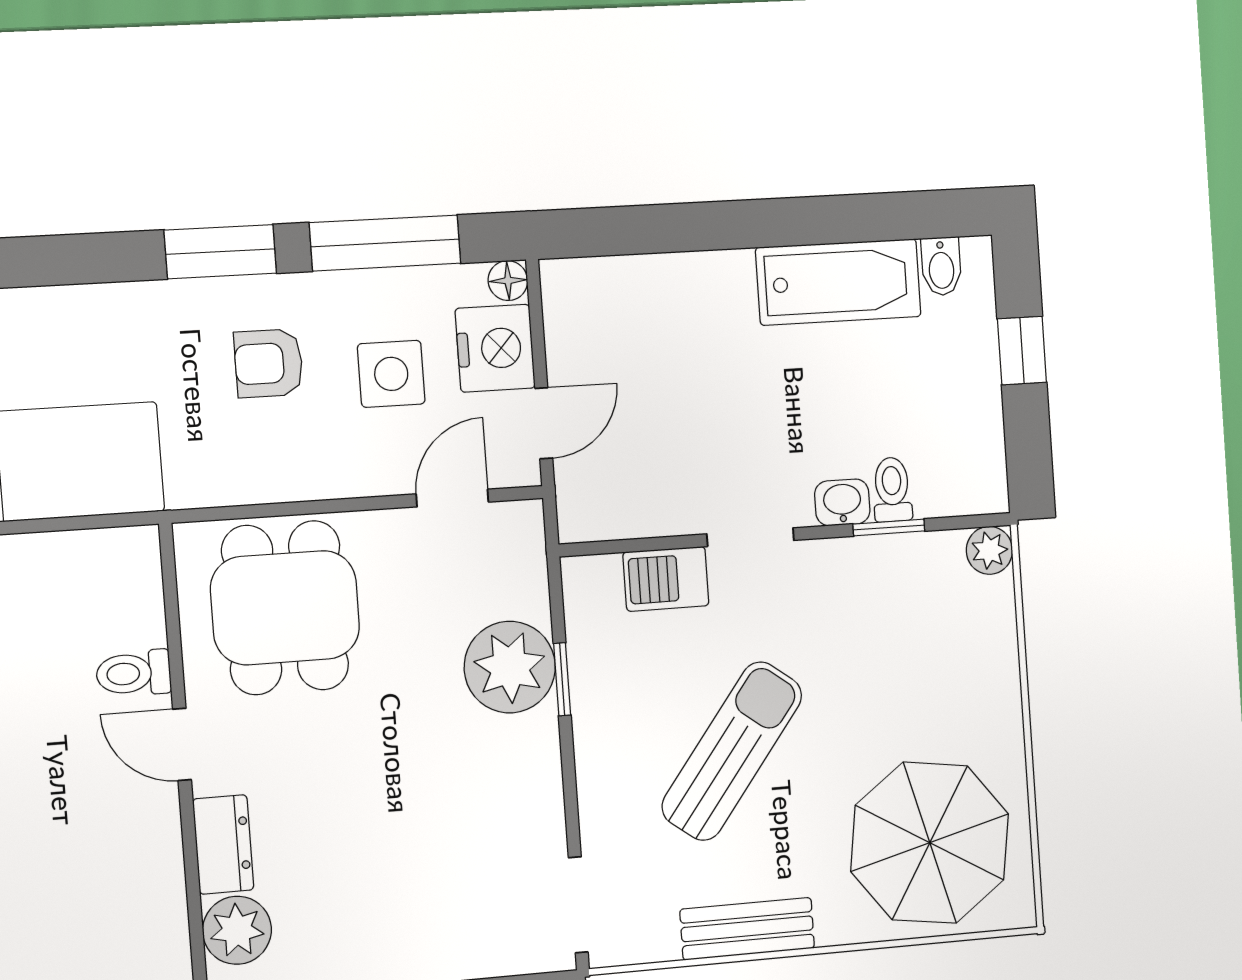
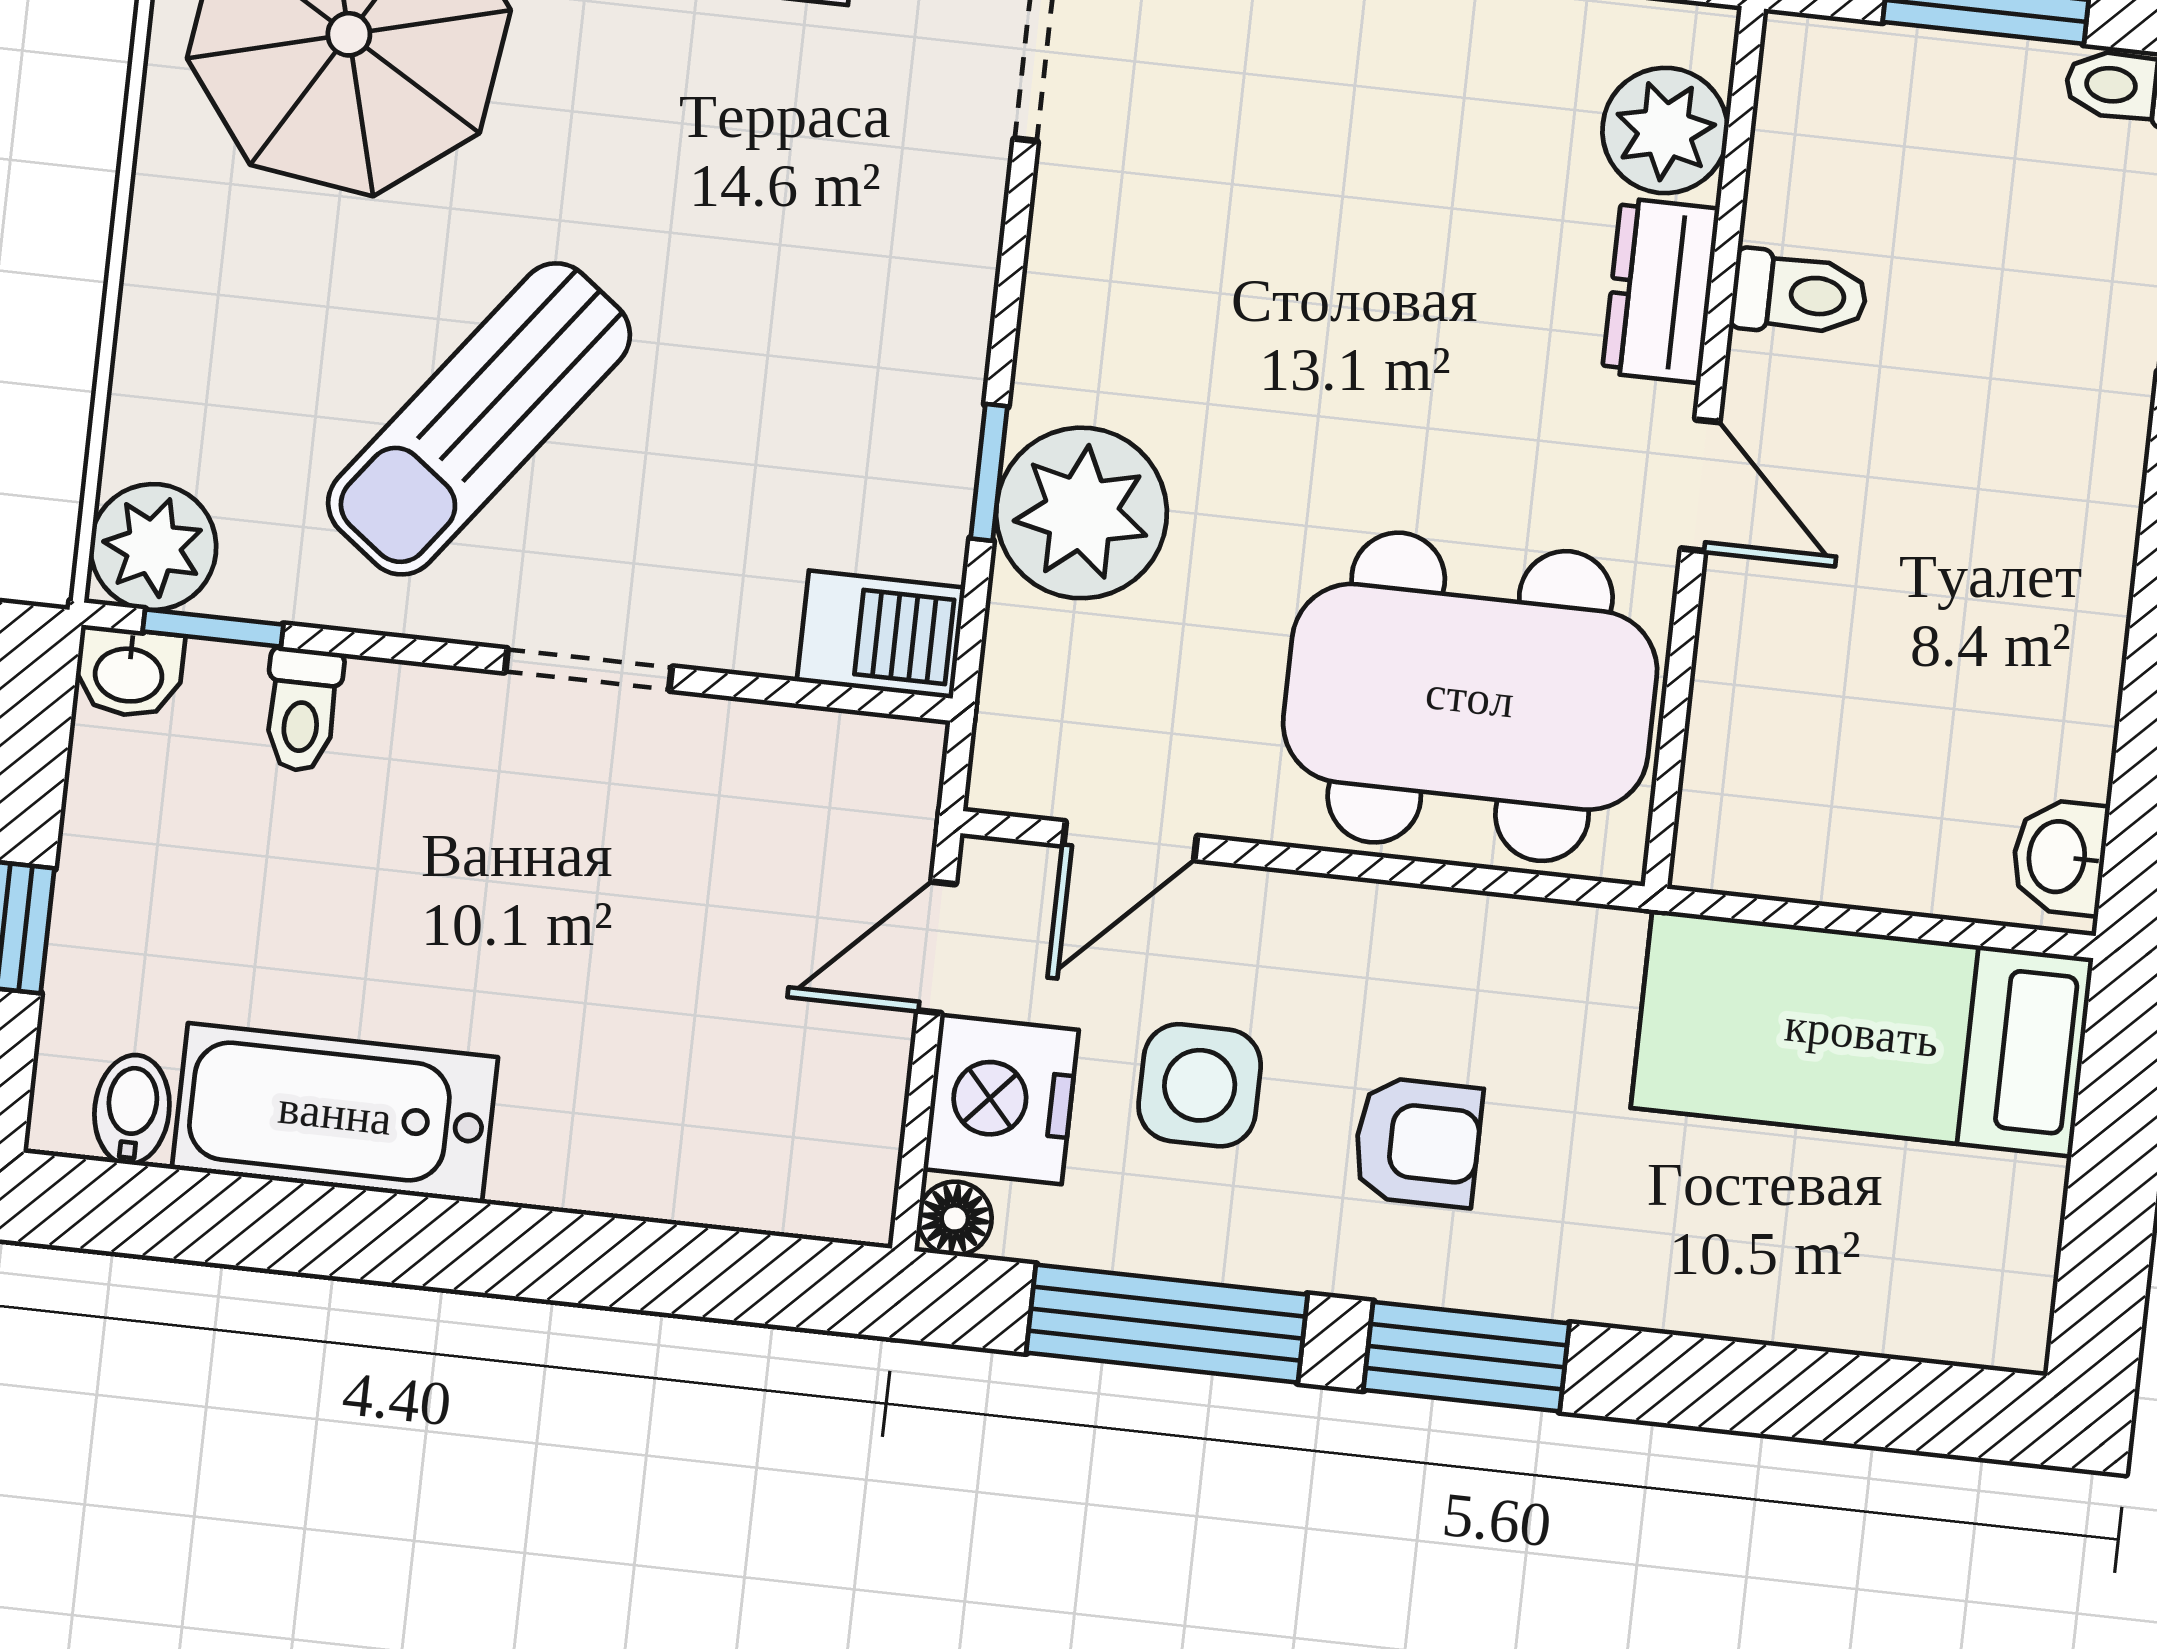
washbasin: (842, 502) -> (129, 673), moved
window: (889, 527) -> (213, 628), moved
plant: (989, 550) -> (153, 547), width x1.38, depth x1.38
barbecue: (666, 579) -> (881, 634), moved
dining table: (285, 608) -> (1470, 697), width x1.38
toilet: (134, 673) -> (1799, 294), moved
sun lounger: (732, 751) -> (479, 419), moved

